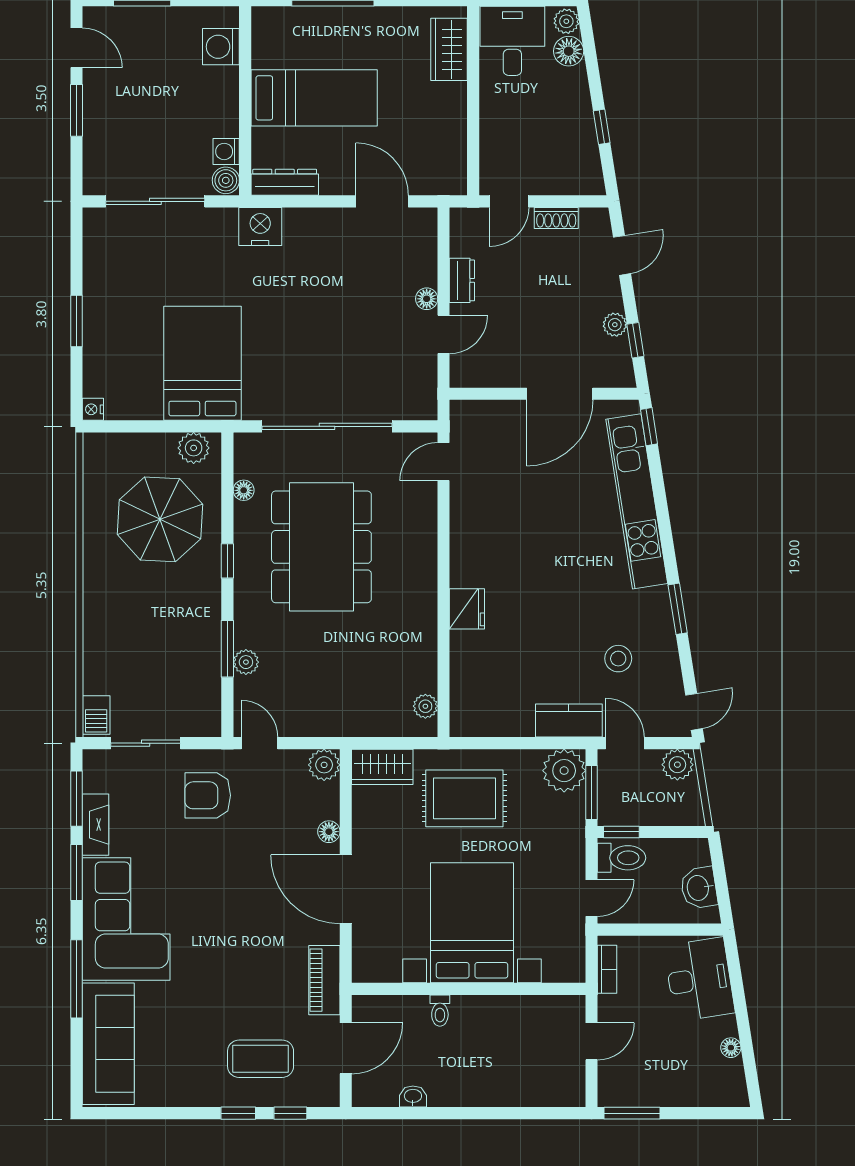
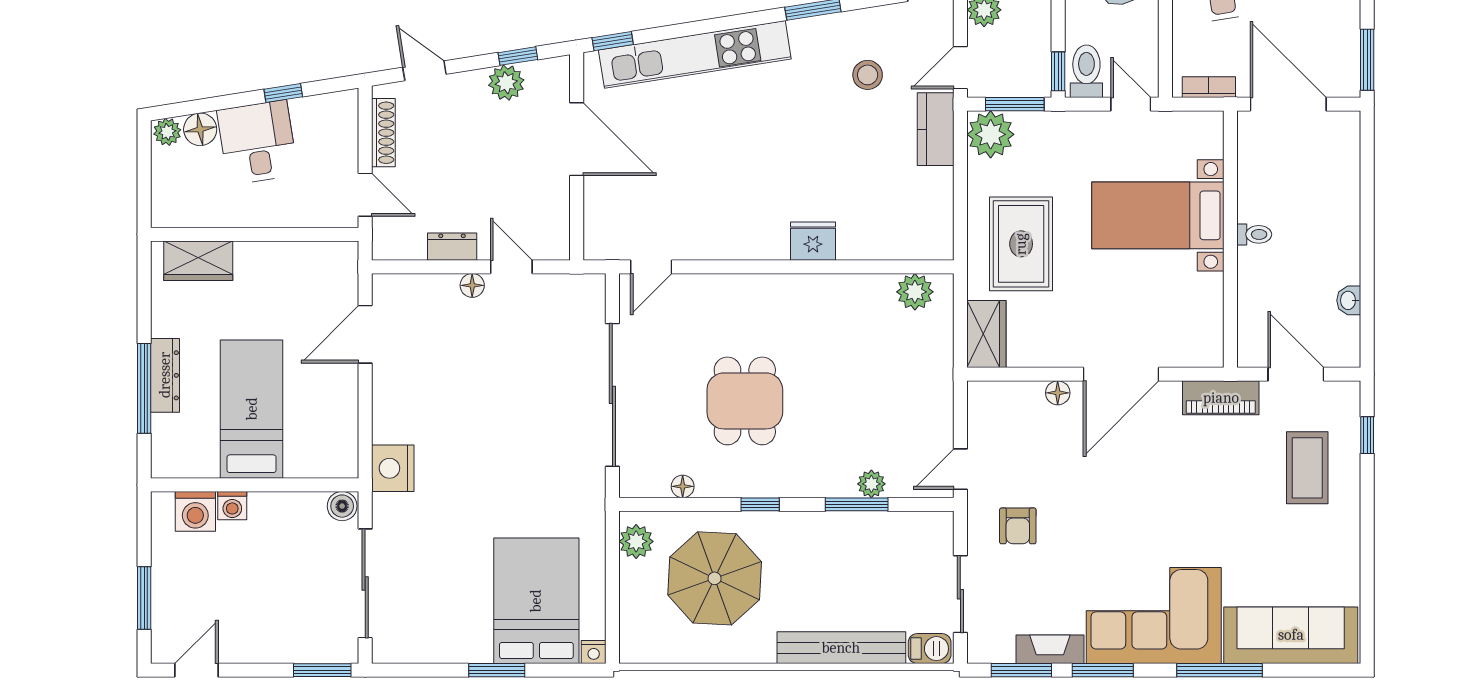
desk: (512, 41) -> (257, 142), moved, turned 81
window: (76, 110) -> (322, 670), moved
washing machine: (226, 151) -> (232, 506), moved
dresser: (285, 182) -> (165, 375), moved, turned 180
shoe rack: (556, 218) -> (383, 133), width x1.43
plant: (615, 325) -> (506, 83), width x1.38, depth x1.38
bed: (202, 363) -> (536, 601), moved, turned 90
door: (443, 462) -> (651, 267), hinge flipped
dining table: (321, 547) -> (745, 401), width x0.53, depth x0.80
bench: (97, 635) -> (841, 648), added
plant: (425, 706) -> (915, 292), width x1.38, depth x1.38
plant: (324, 765) -> (984, 398), removed
armchair: (208, 795) -> (1018, 526), width x0.72, depth x0.72
bed with nightstands: (472, 923) -> (1158, 215), width x0.73
toilet: (440, 1011) -> (1254, 234), moved
door: (592, 1041) -> (1288, 104), width x1.88
window: (238, 1113) -> (1367, 492), removed

